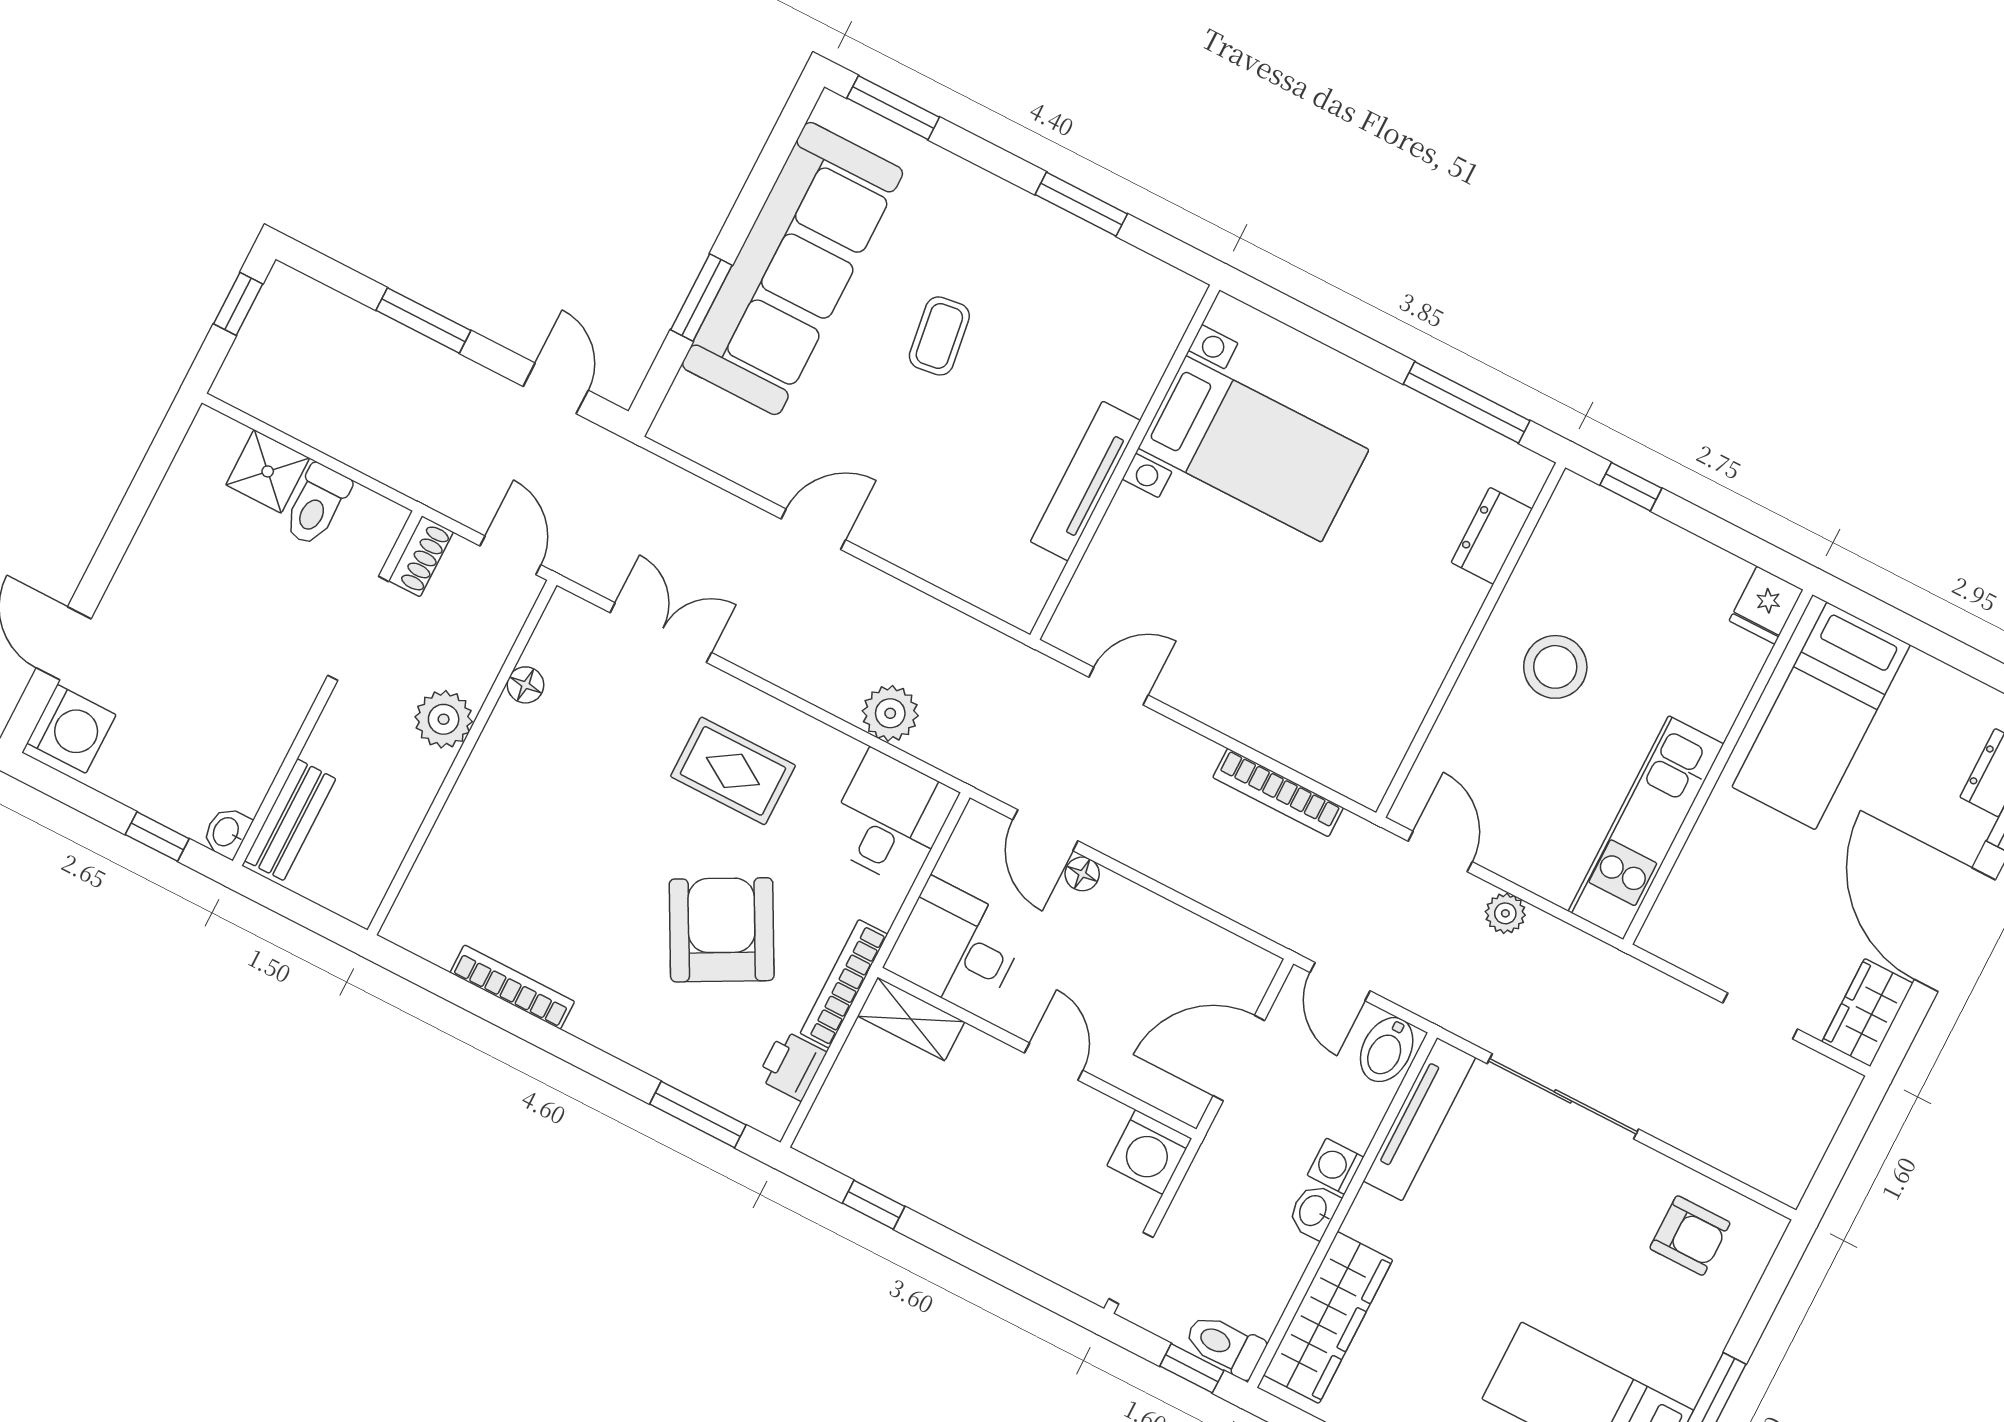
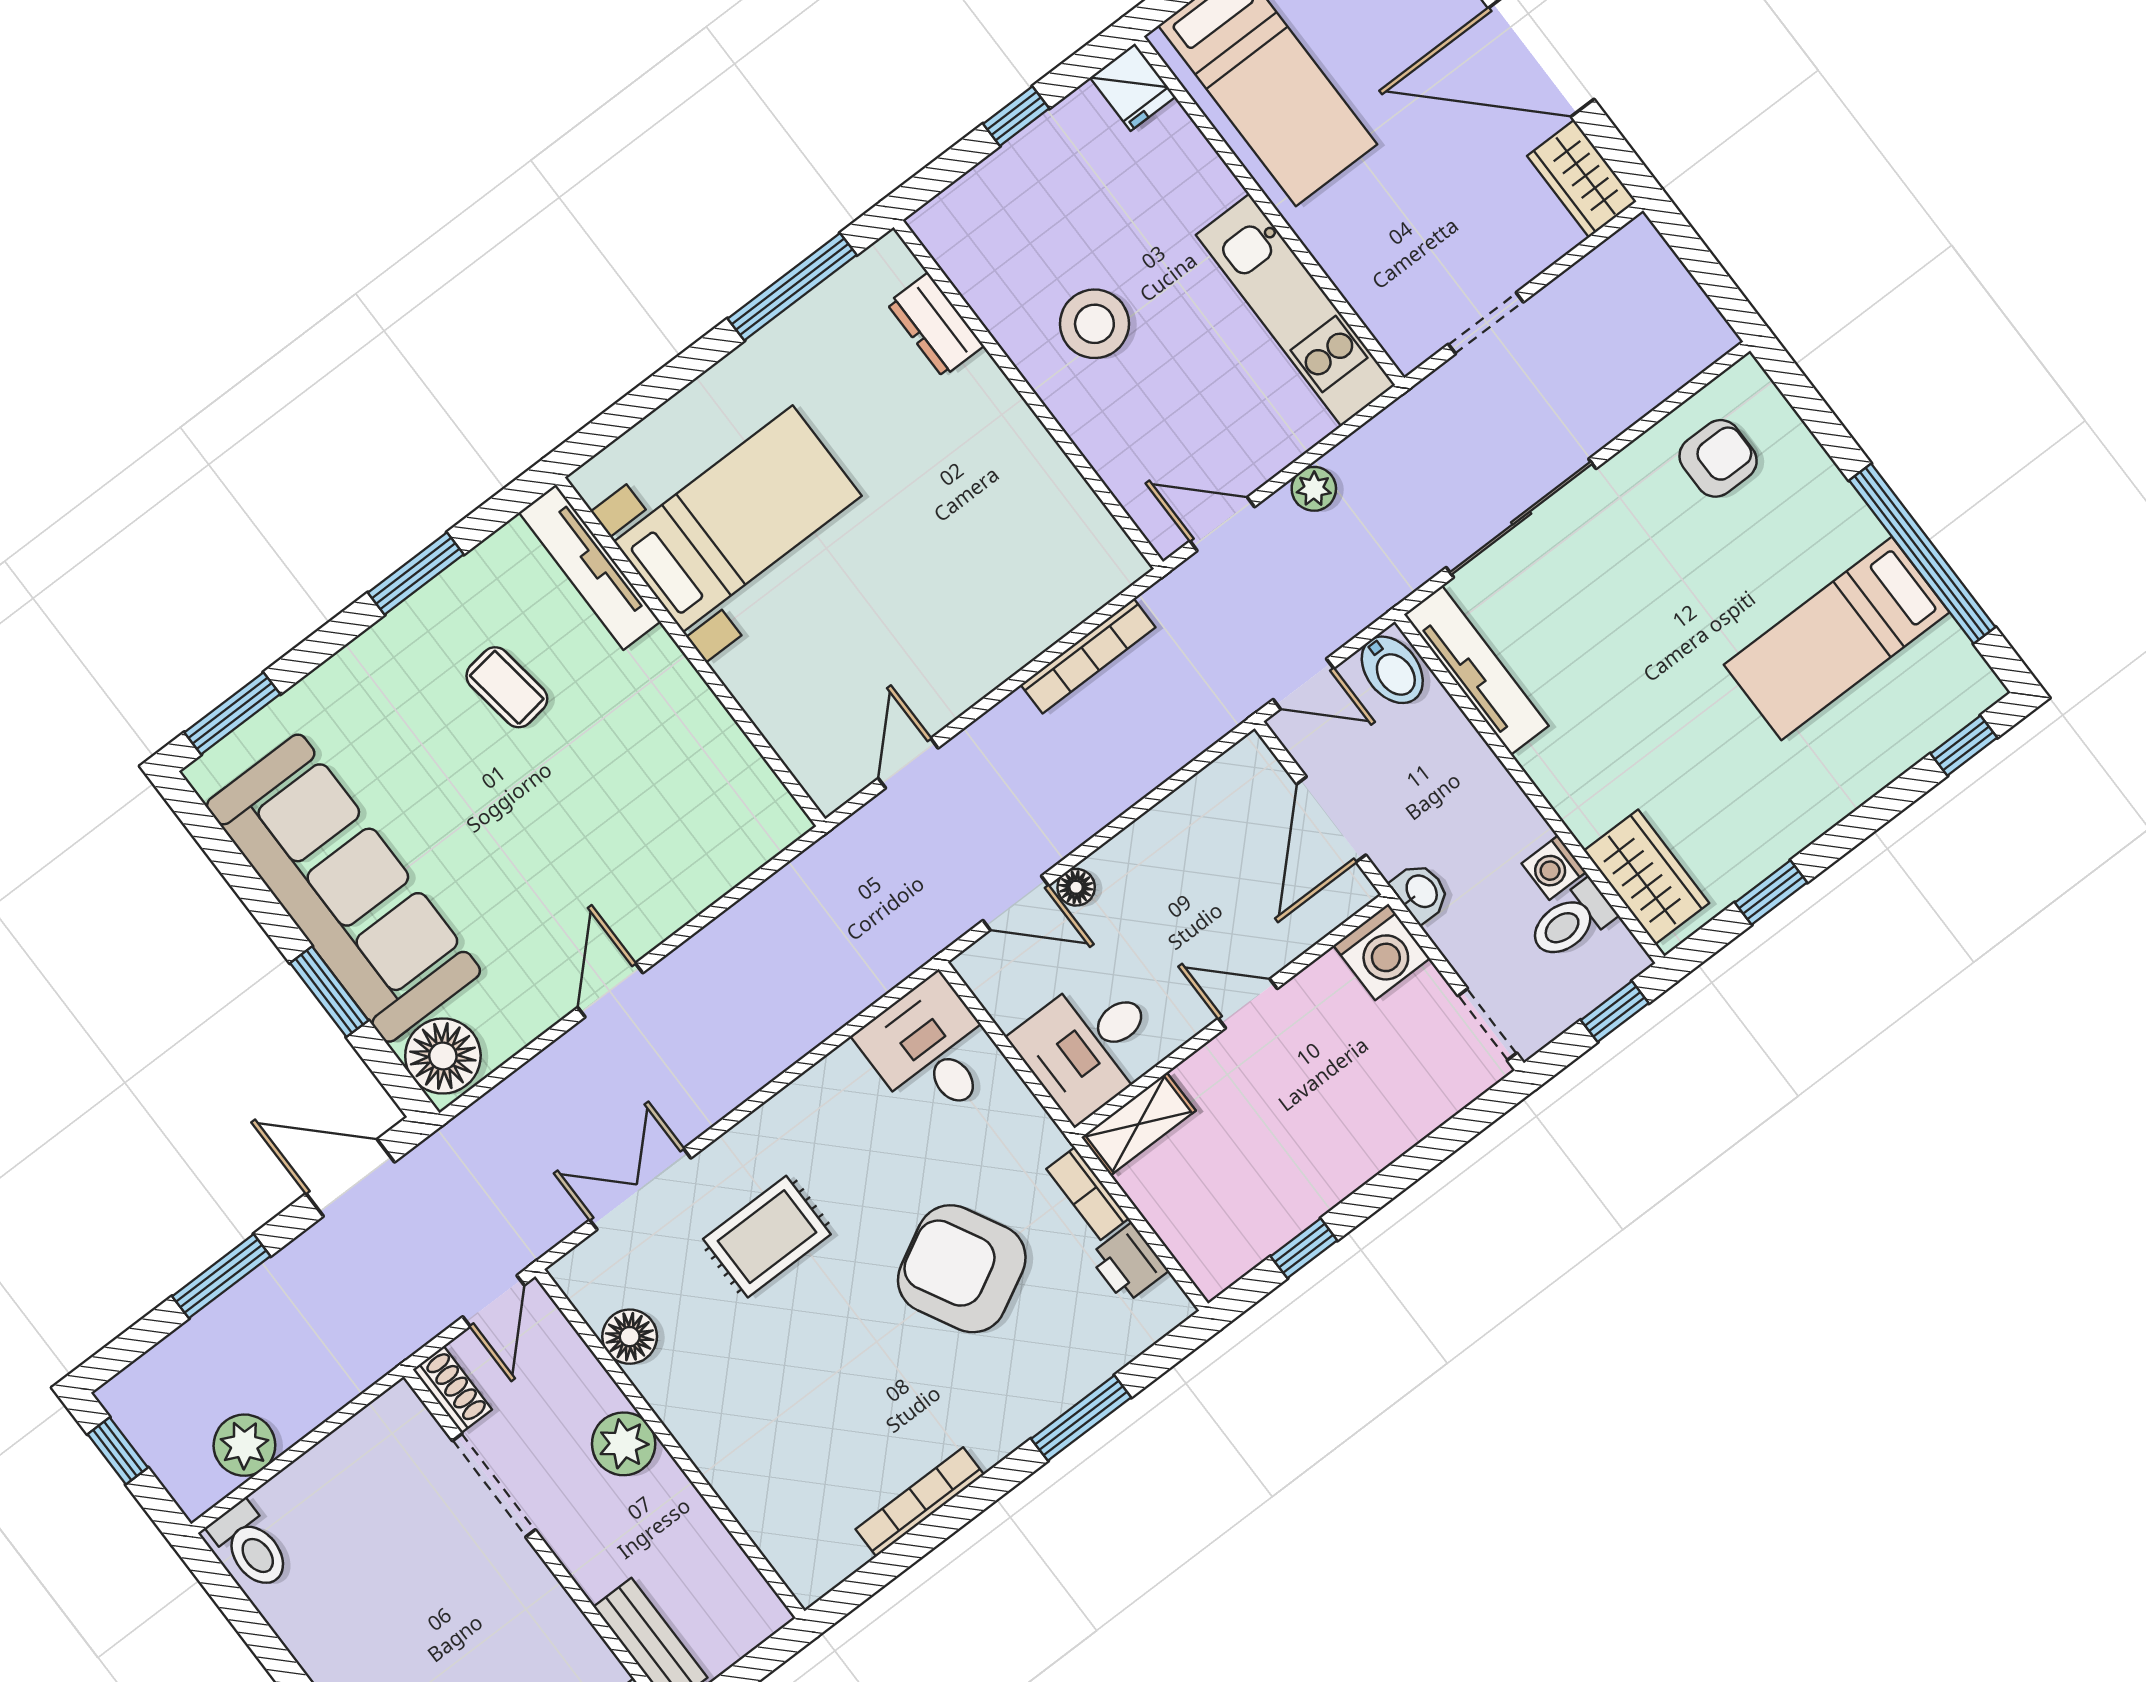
coffee table: (939, 336) -> (507, 687), moved
door: (556, 388) -> (350, 1178), width x1.38
floor lamp: (693, 417) -> (443, 1056), added
shower: (268, 471) -> (297, 1501), removed
tv unit: (1085, 481) -> (590, 567), moved
window: (1631, 487) -> (1016, 116), moved
toilet: (317, 505) -> (251, 1546), moved
door: (510, 555) -> (494, 1301), swing flipped
floor lamp: (525, 685) -> (630, 1337), width x1.37, depth x1.37
plant: (890, 713) -> (244, 1445), moved
rug: (733, 771) -> (767, 1237), moved
bookcase: (844, 984) -> (1088, 1194), width x0.64
doorway: (1760, 1016) -> (1486, 323), moved
window: (698, 1114) -> (1081, 1418), moved
washing machine: (1335, 1166) -> (1554, 868), moved
washbasin: (1314, 1211) -> (1421, 892), moved, turned 180
wardrobe: (1328, 1317) -> (1647, 877), width x0.67
toilet: (1225, 1345) -> (1571, 921), moved

